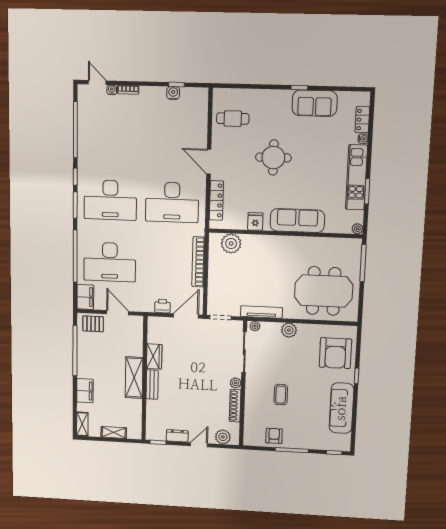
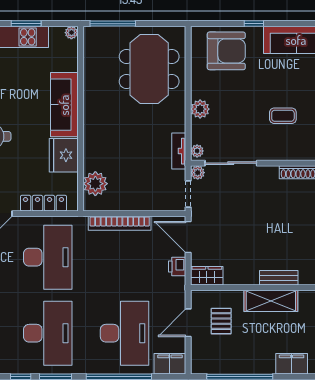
fridge: (255, 221) -> (64, 155), width x1.88, depth x1.34
tv unit: (261, 312) -> (179, 151), width x0.71
pallet: (93, 324) -> (221, 321), moved
wardrobe: (154, 356) -> (207, 276), moved
plant: (236, 383) -> (198, 173), moved

